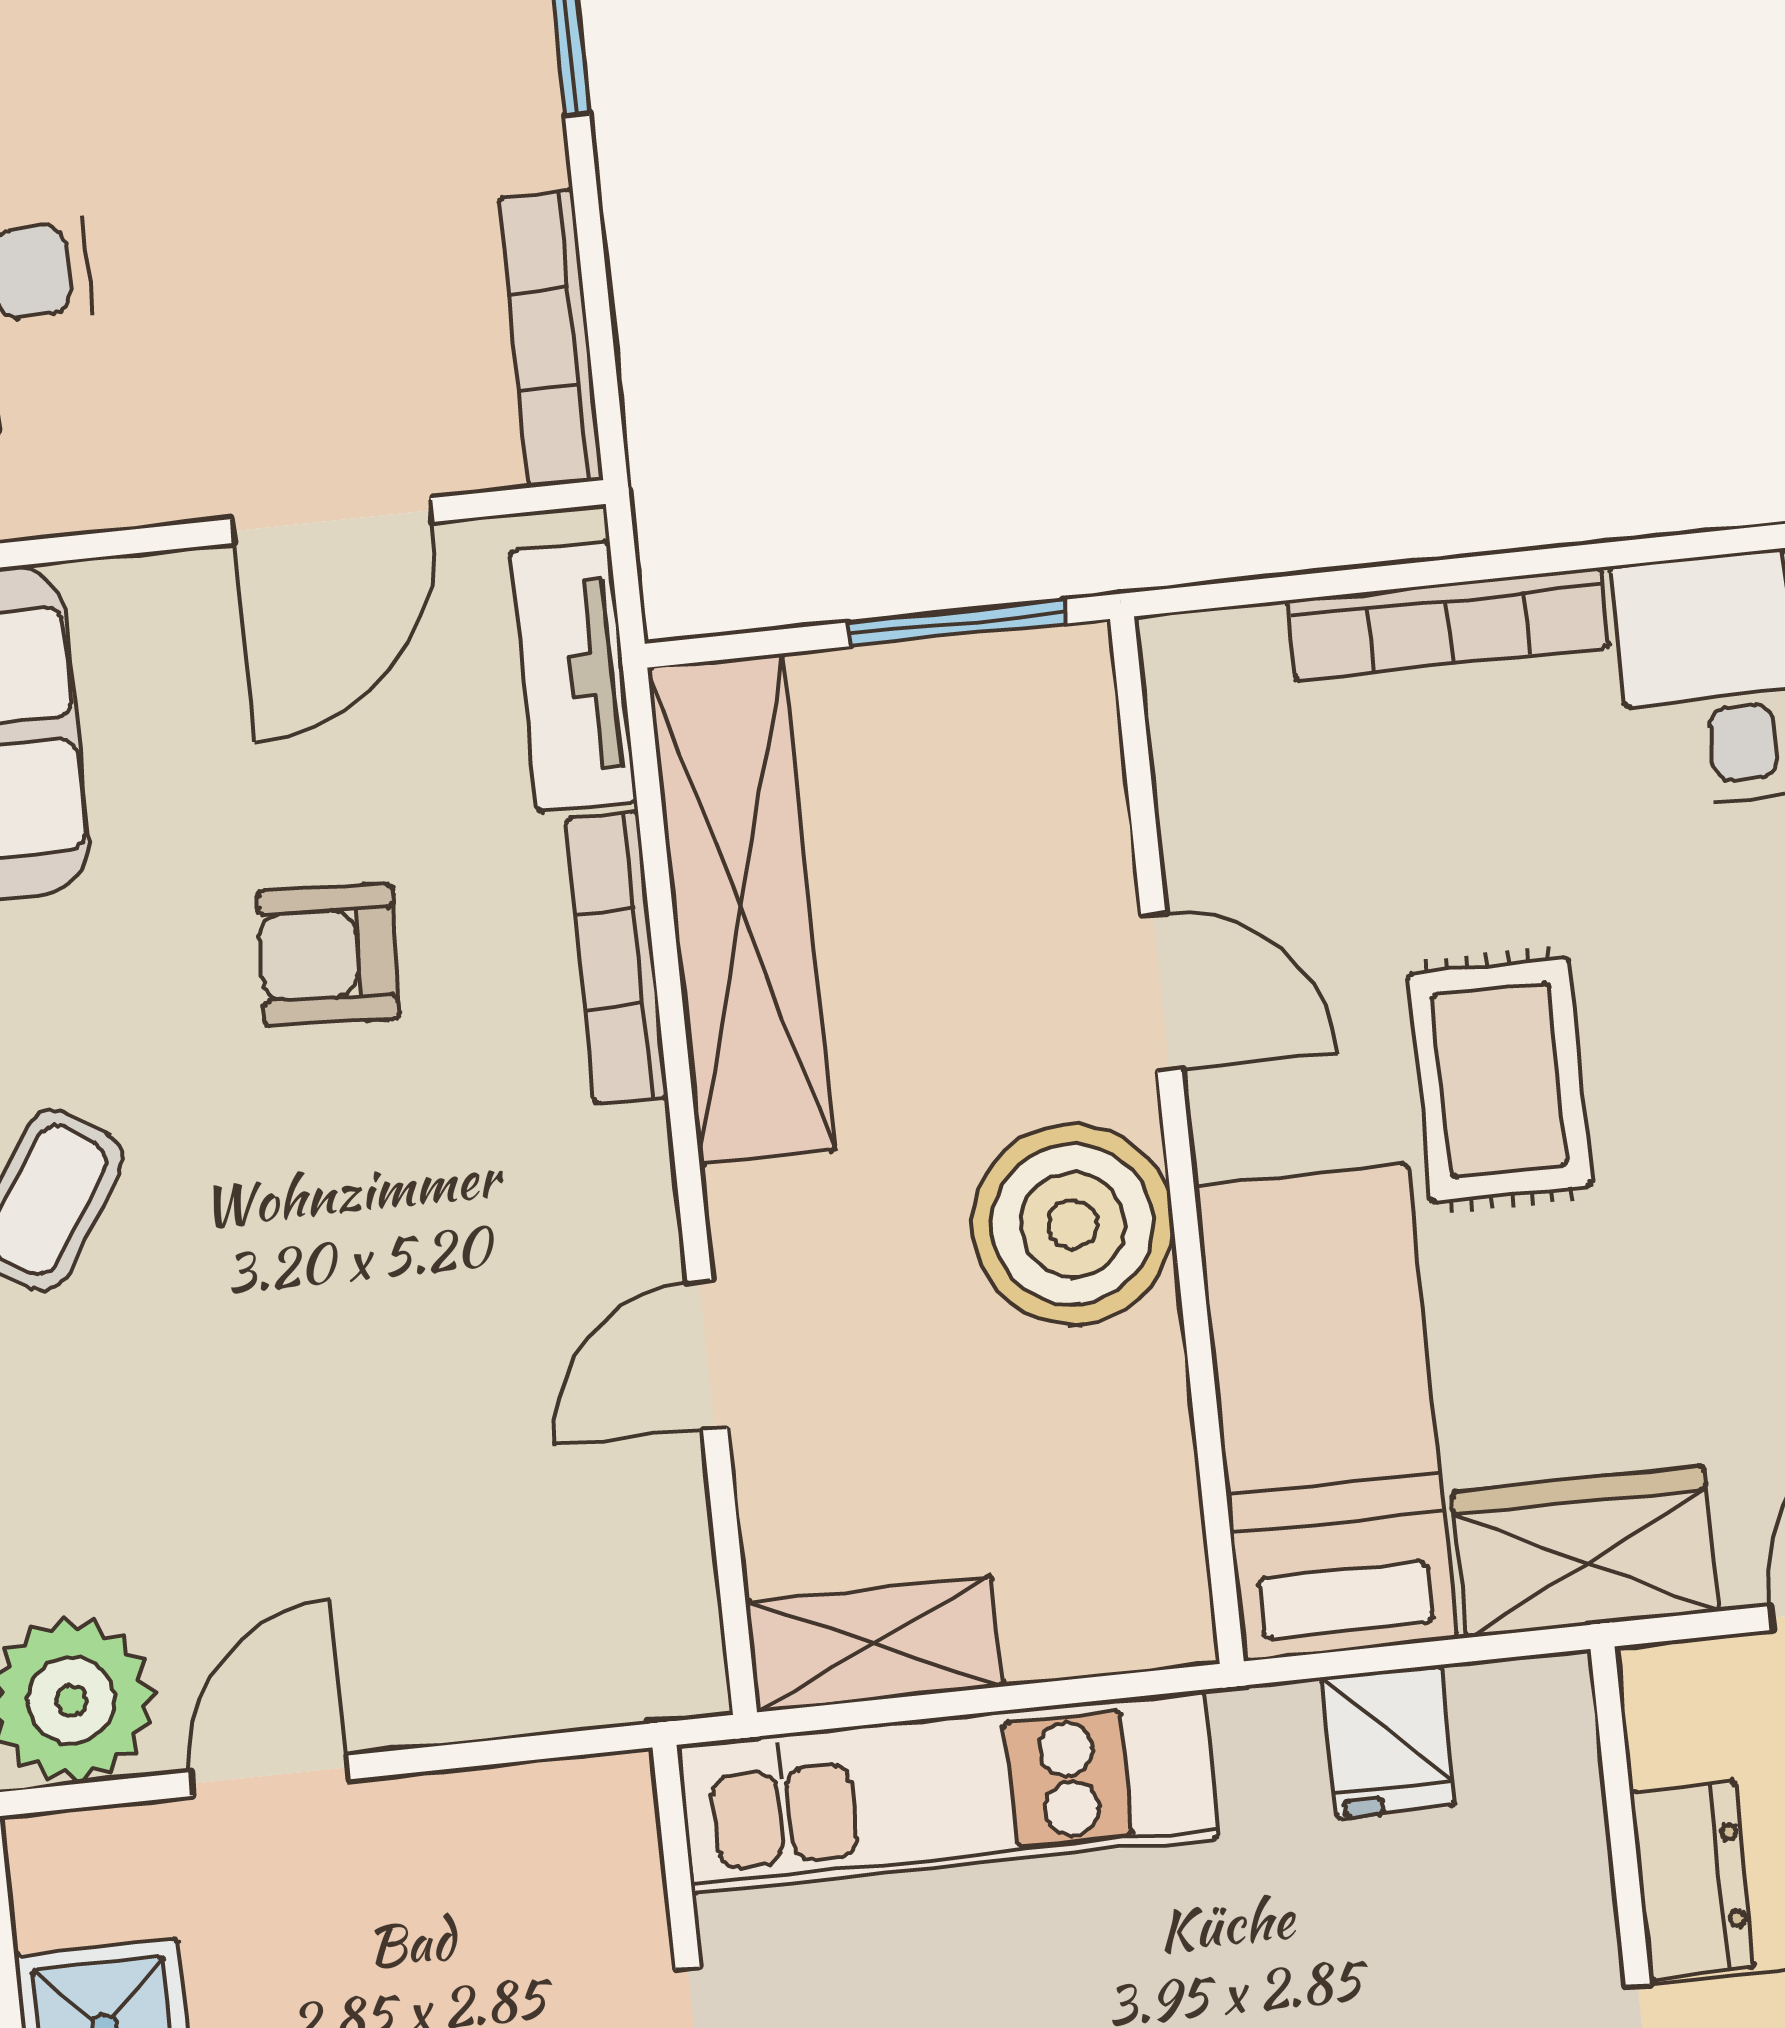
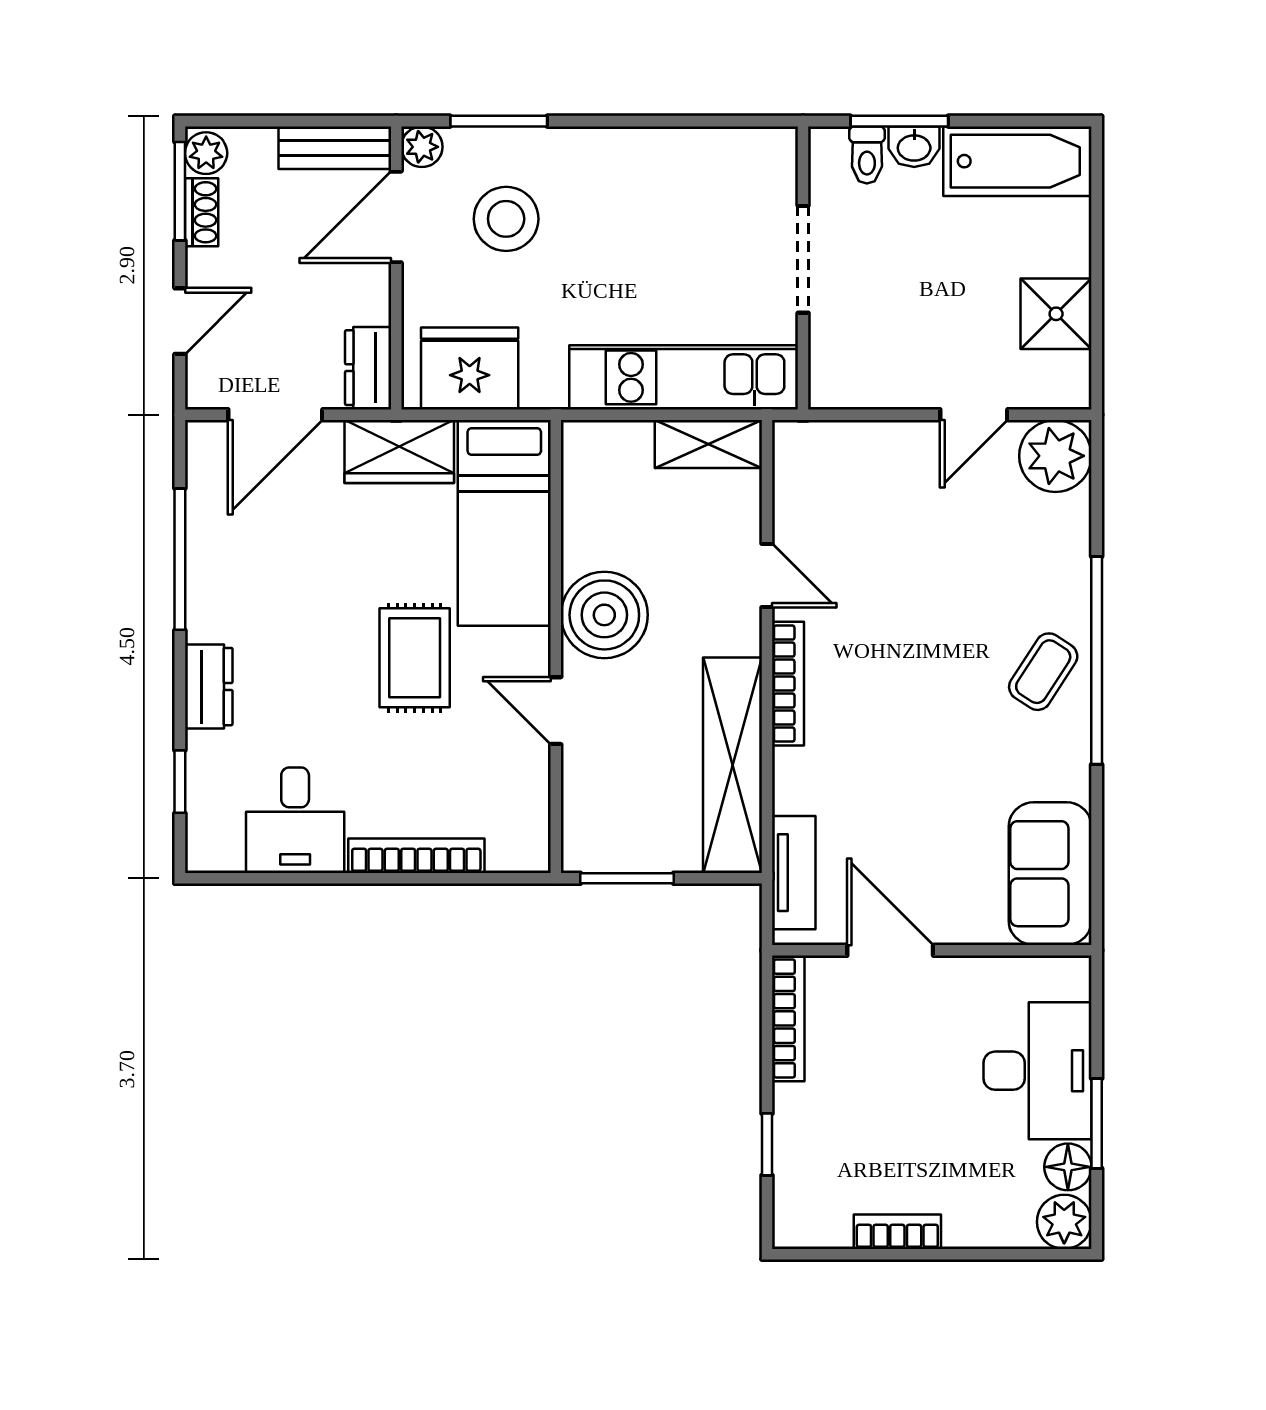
door: (332, 521) -> (890, 950), hinge flipped
armchair: (328, 955) -> (912, 764), removed
bookcase: (617, 958) -> (788, 684), moved
door: (707, 1355) -> (767, 575), hinge flipped
fridge: (1388, 1742) -> (470, 368), width x1.88, depth x1.34
dresser: (1692, 1880) -> (368, 368), moved

